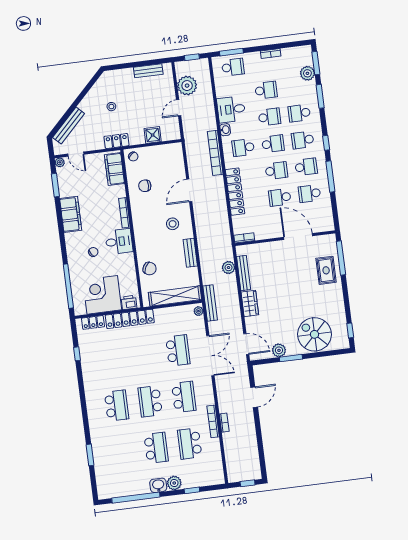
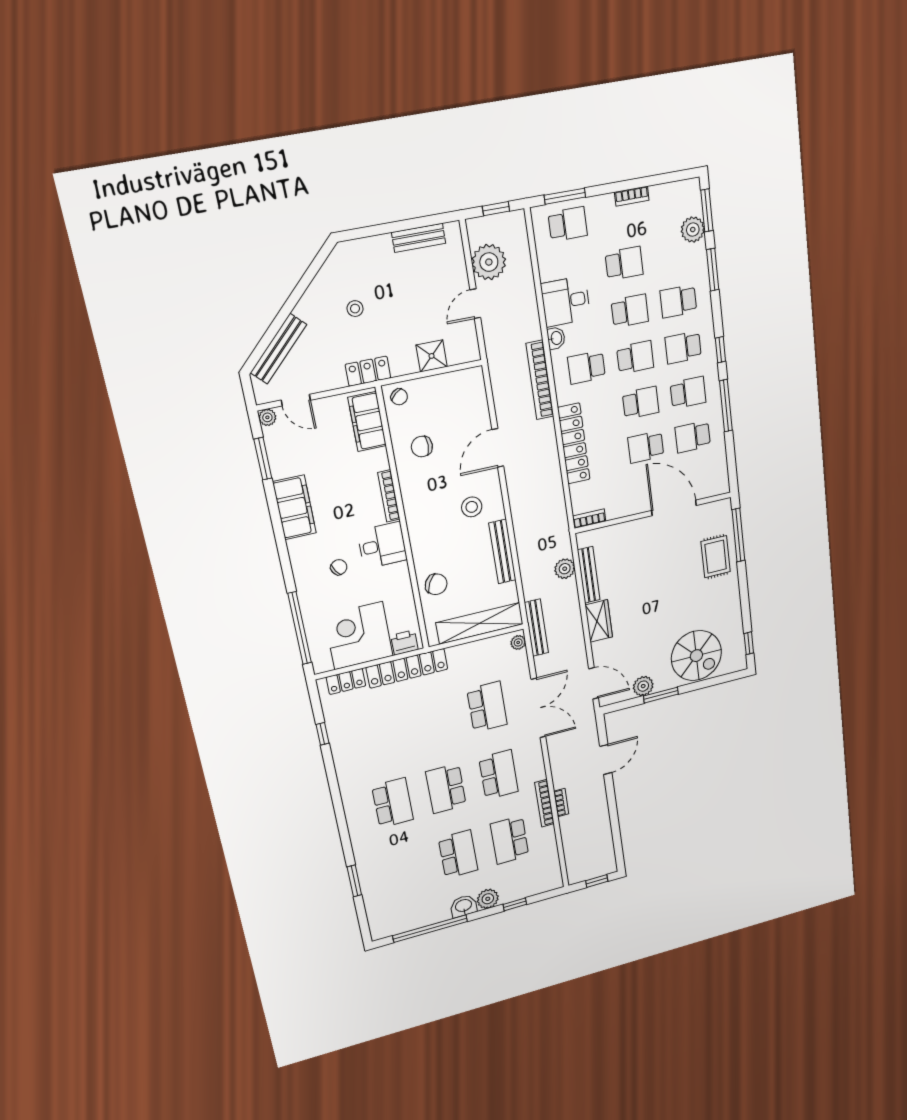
bench: (190, 253) -> (502, 552), width x1.36
spiral stairs: (315, 334) -> (696, 656), turned 180

